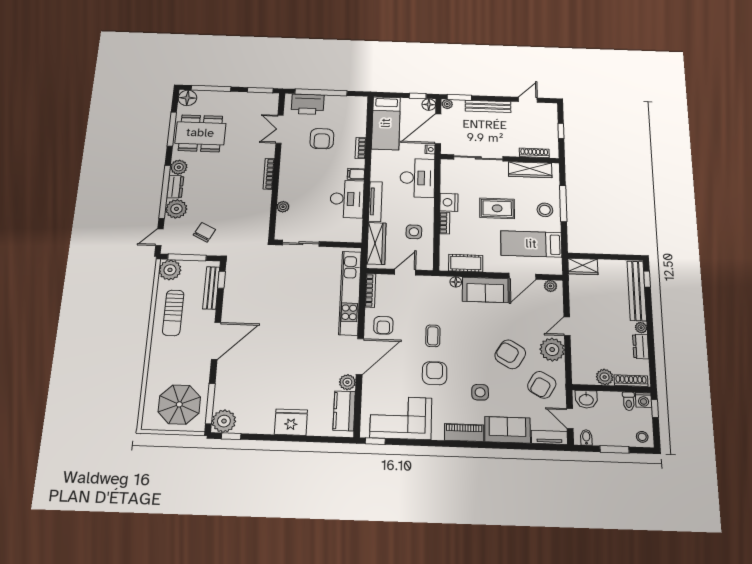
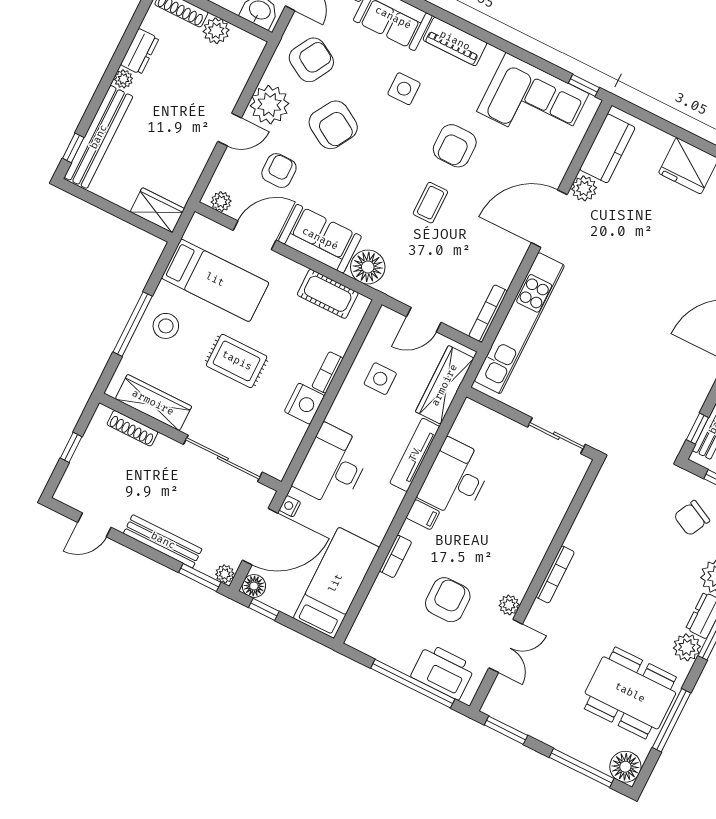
plant: (283, 207) -> (509, 605), moved
floor lamp: (456, 282) -> (368, 267), width x1.89, depth x1.89
armchair: (383, 325) -> (279, 171), moved

